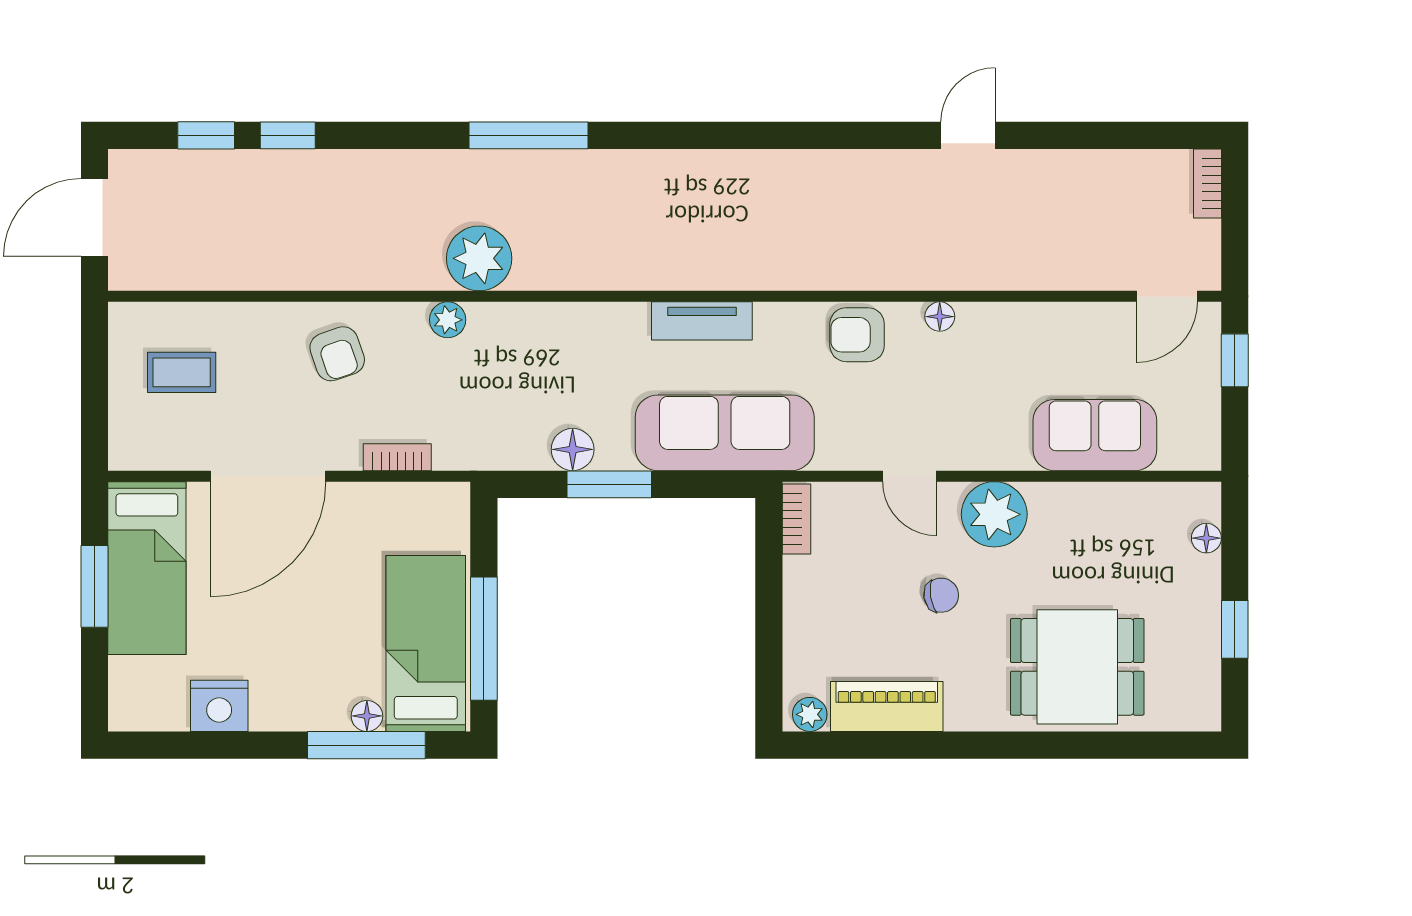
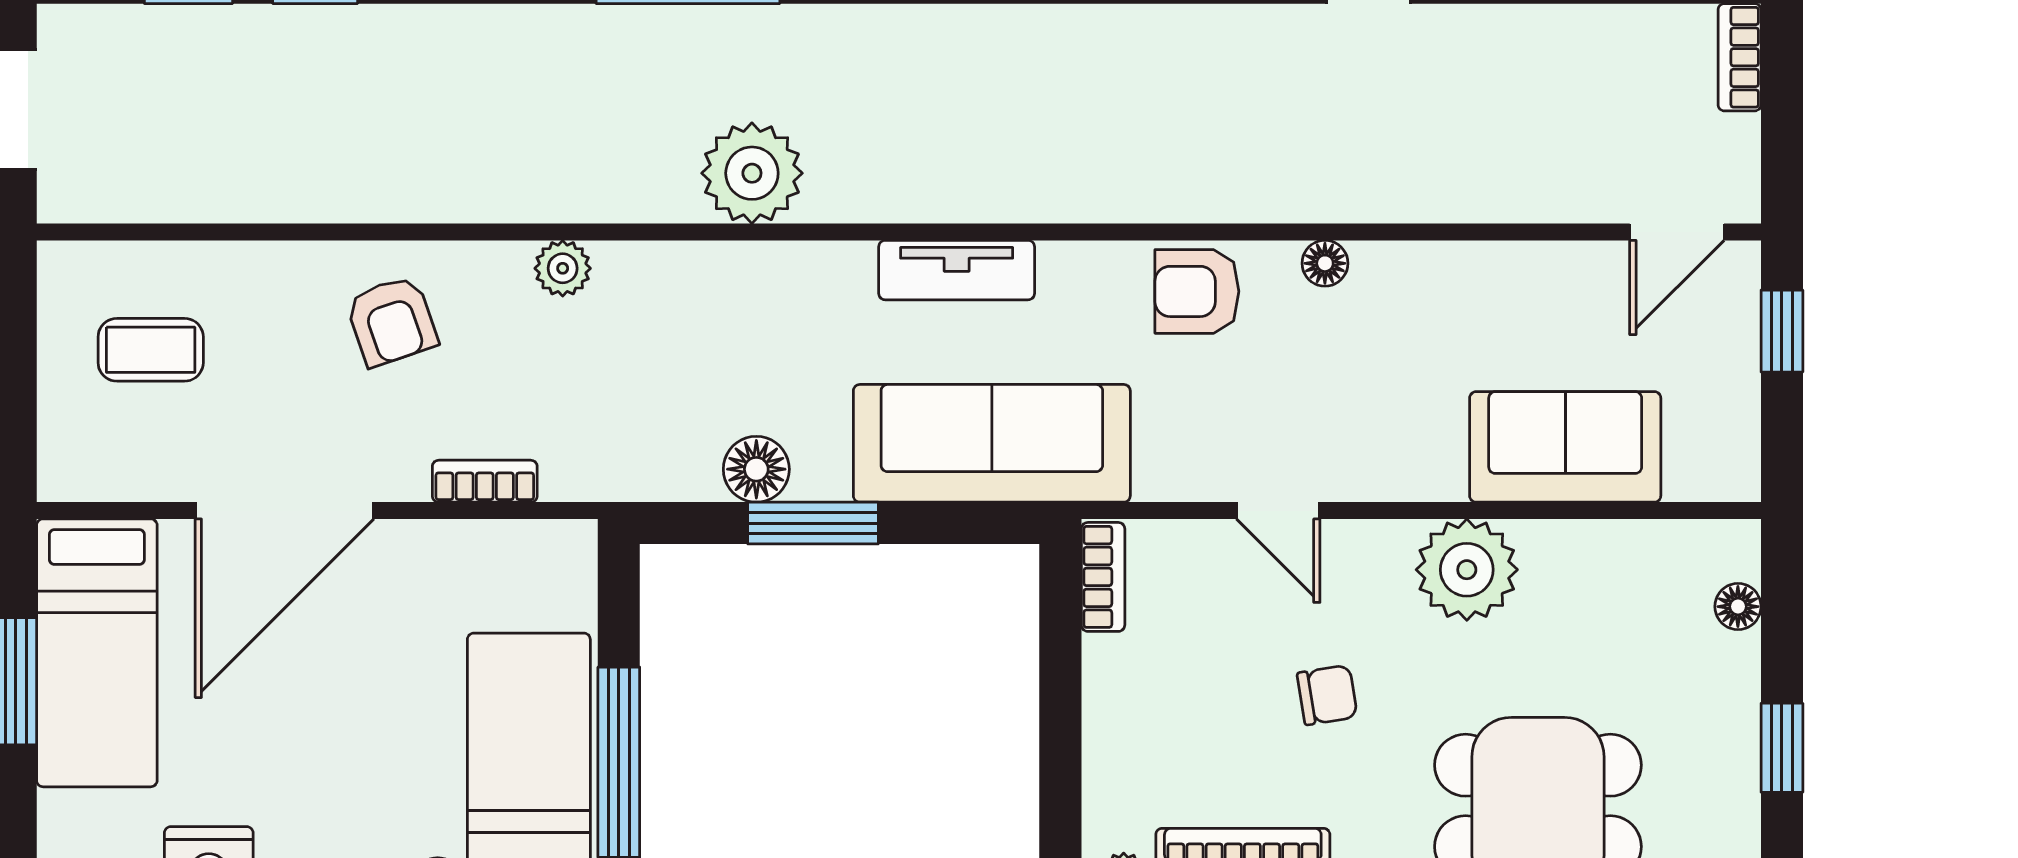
plant: (479, 258) -> (752, 173), moved
plant: (994, 514) -> (1467, 570), moved

